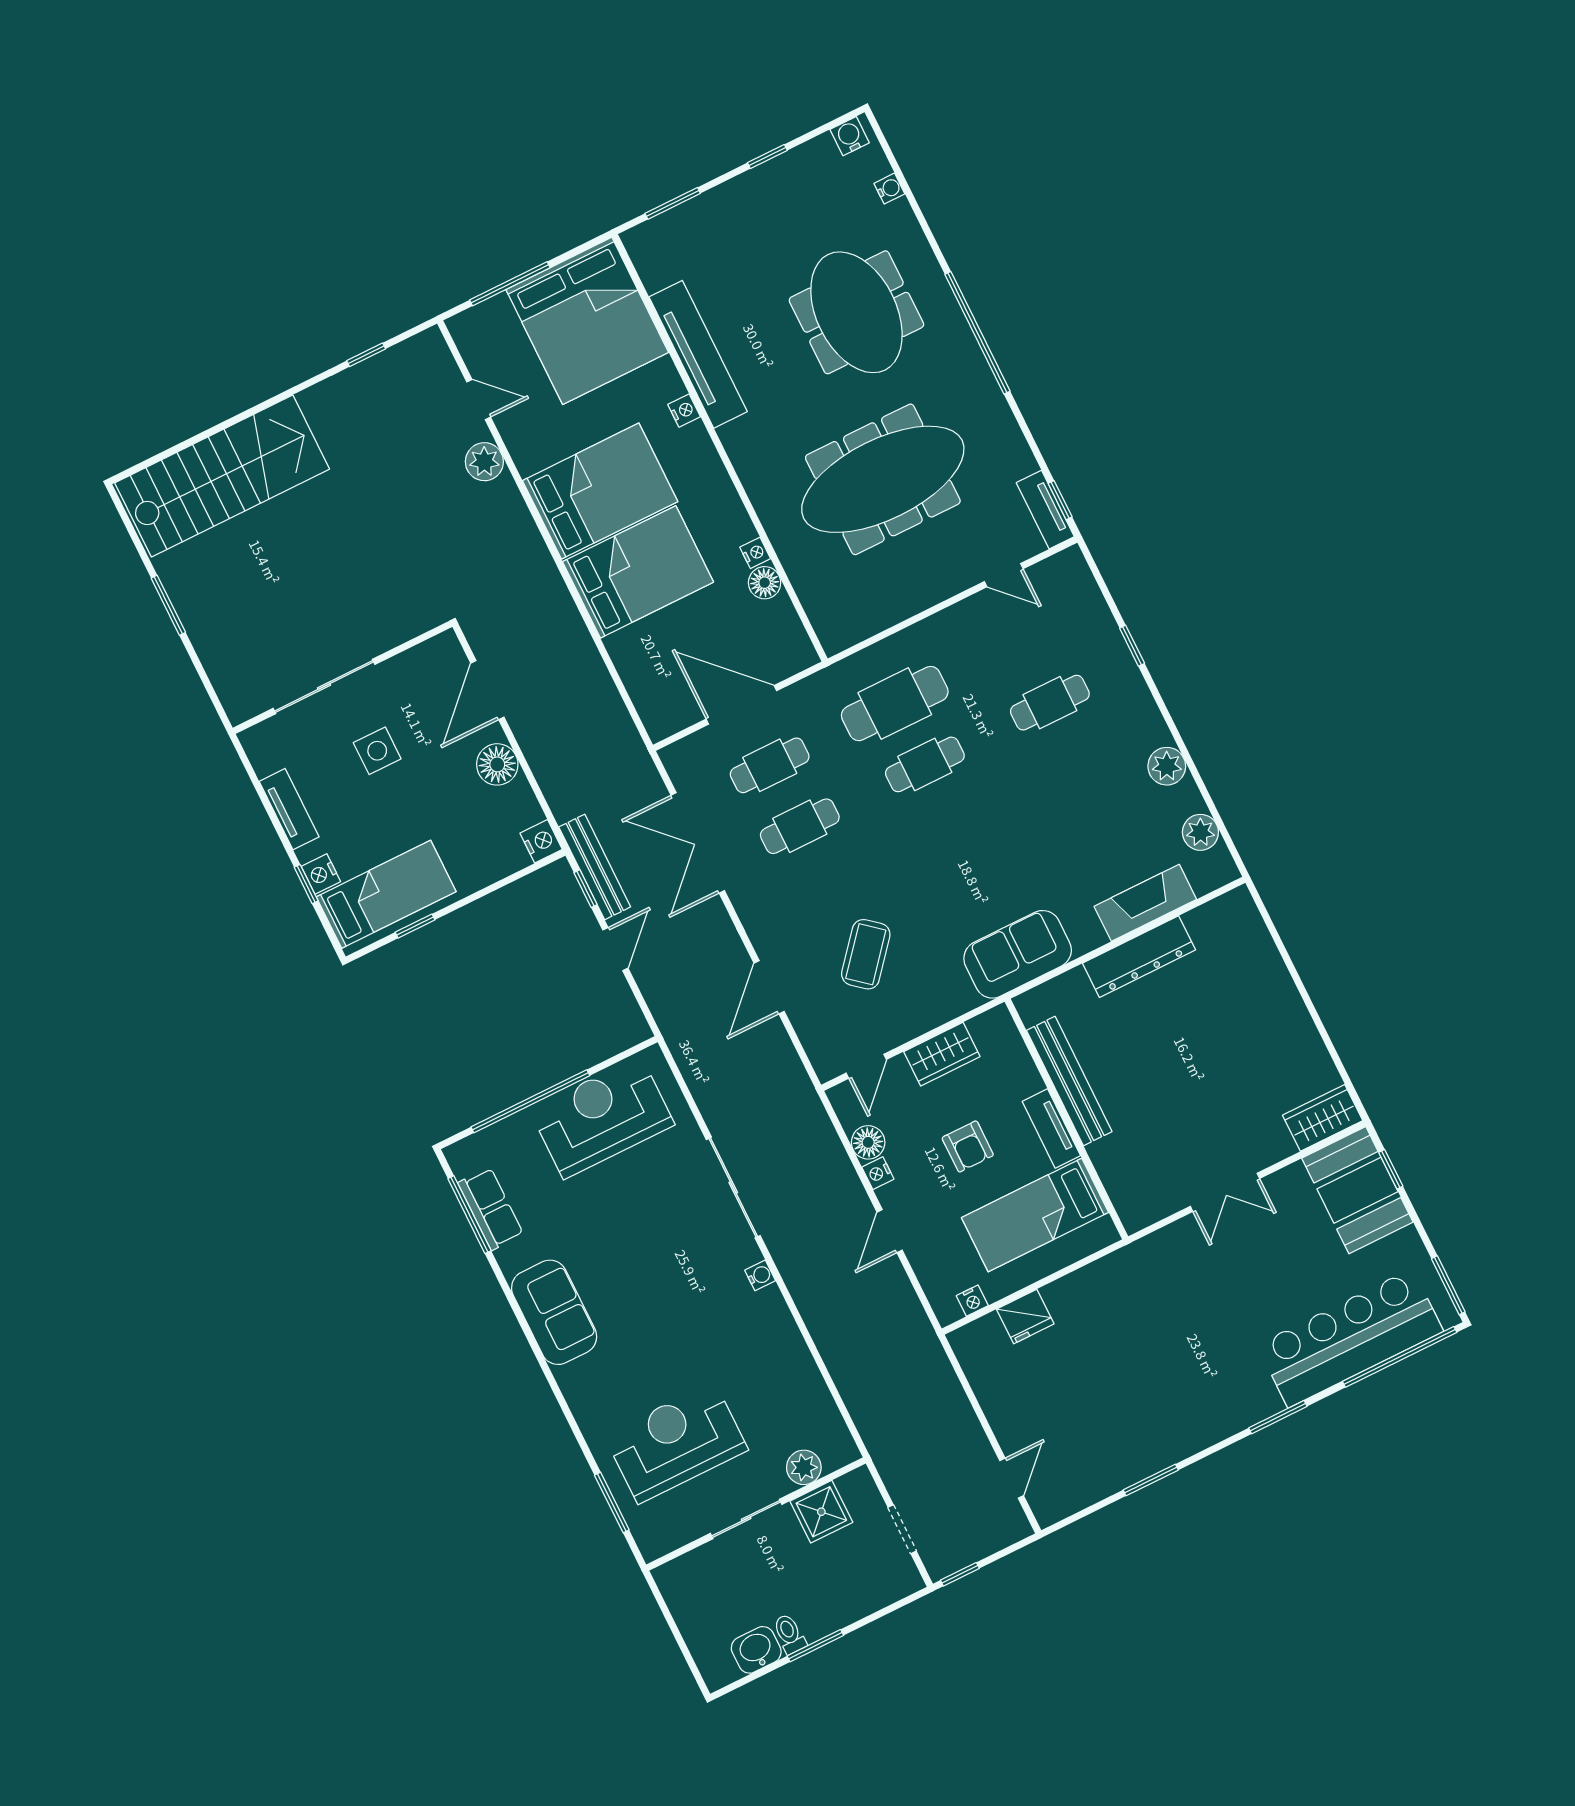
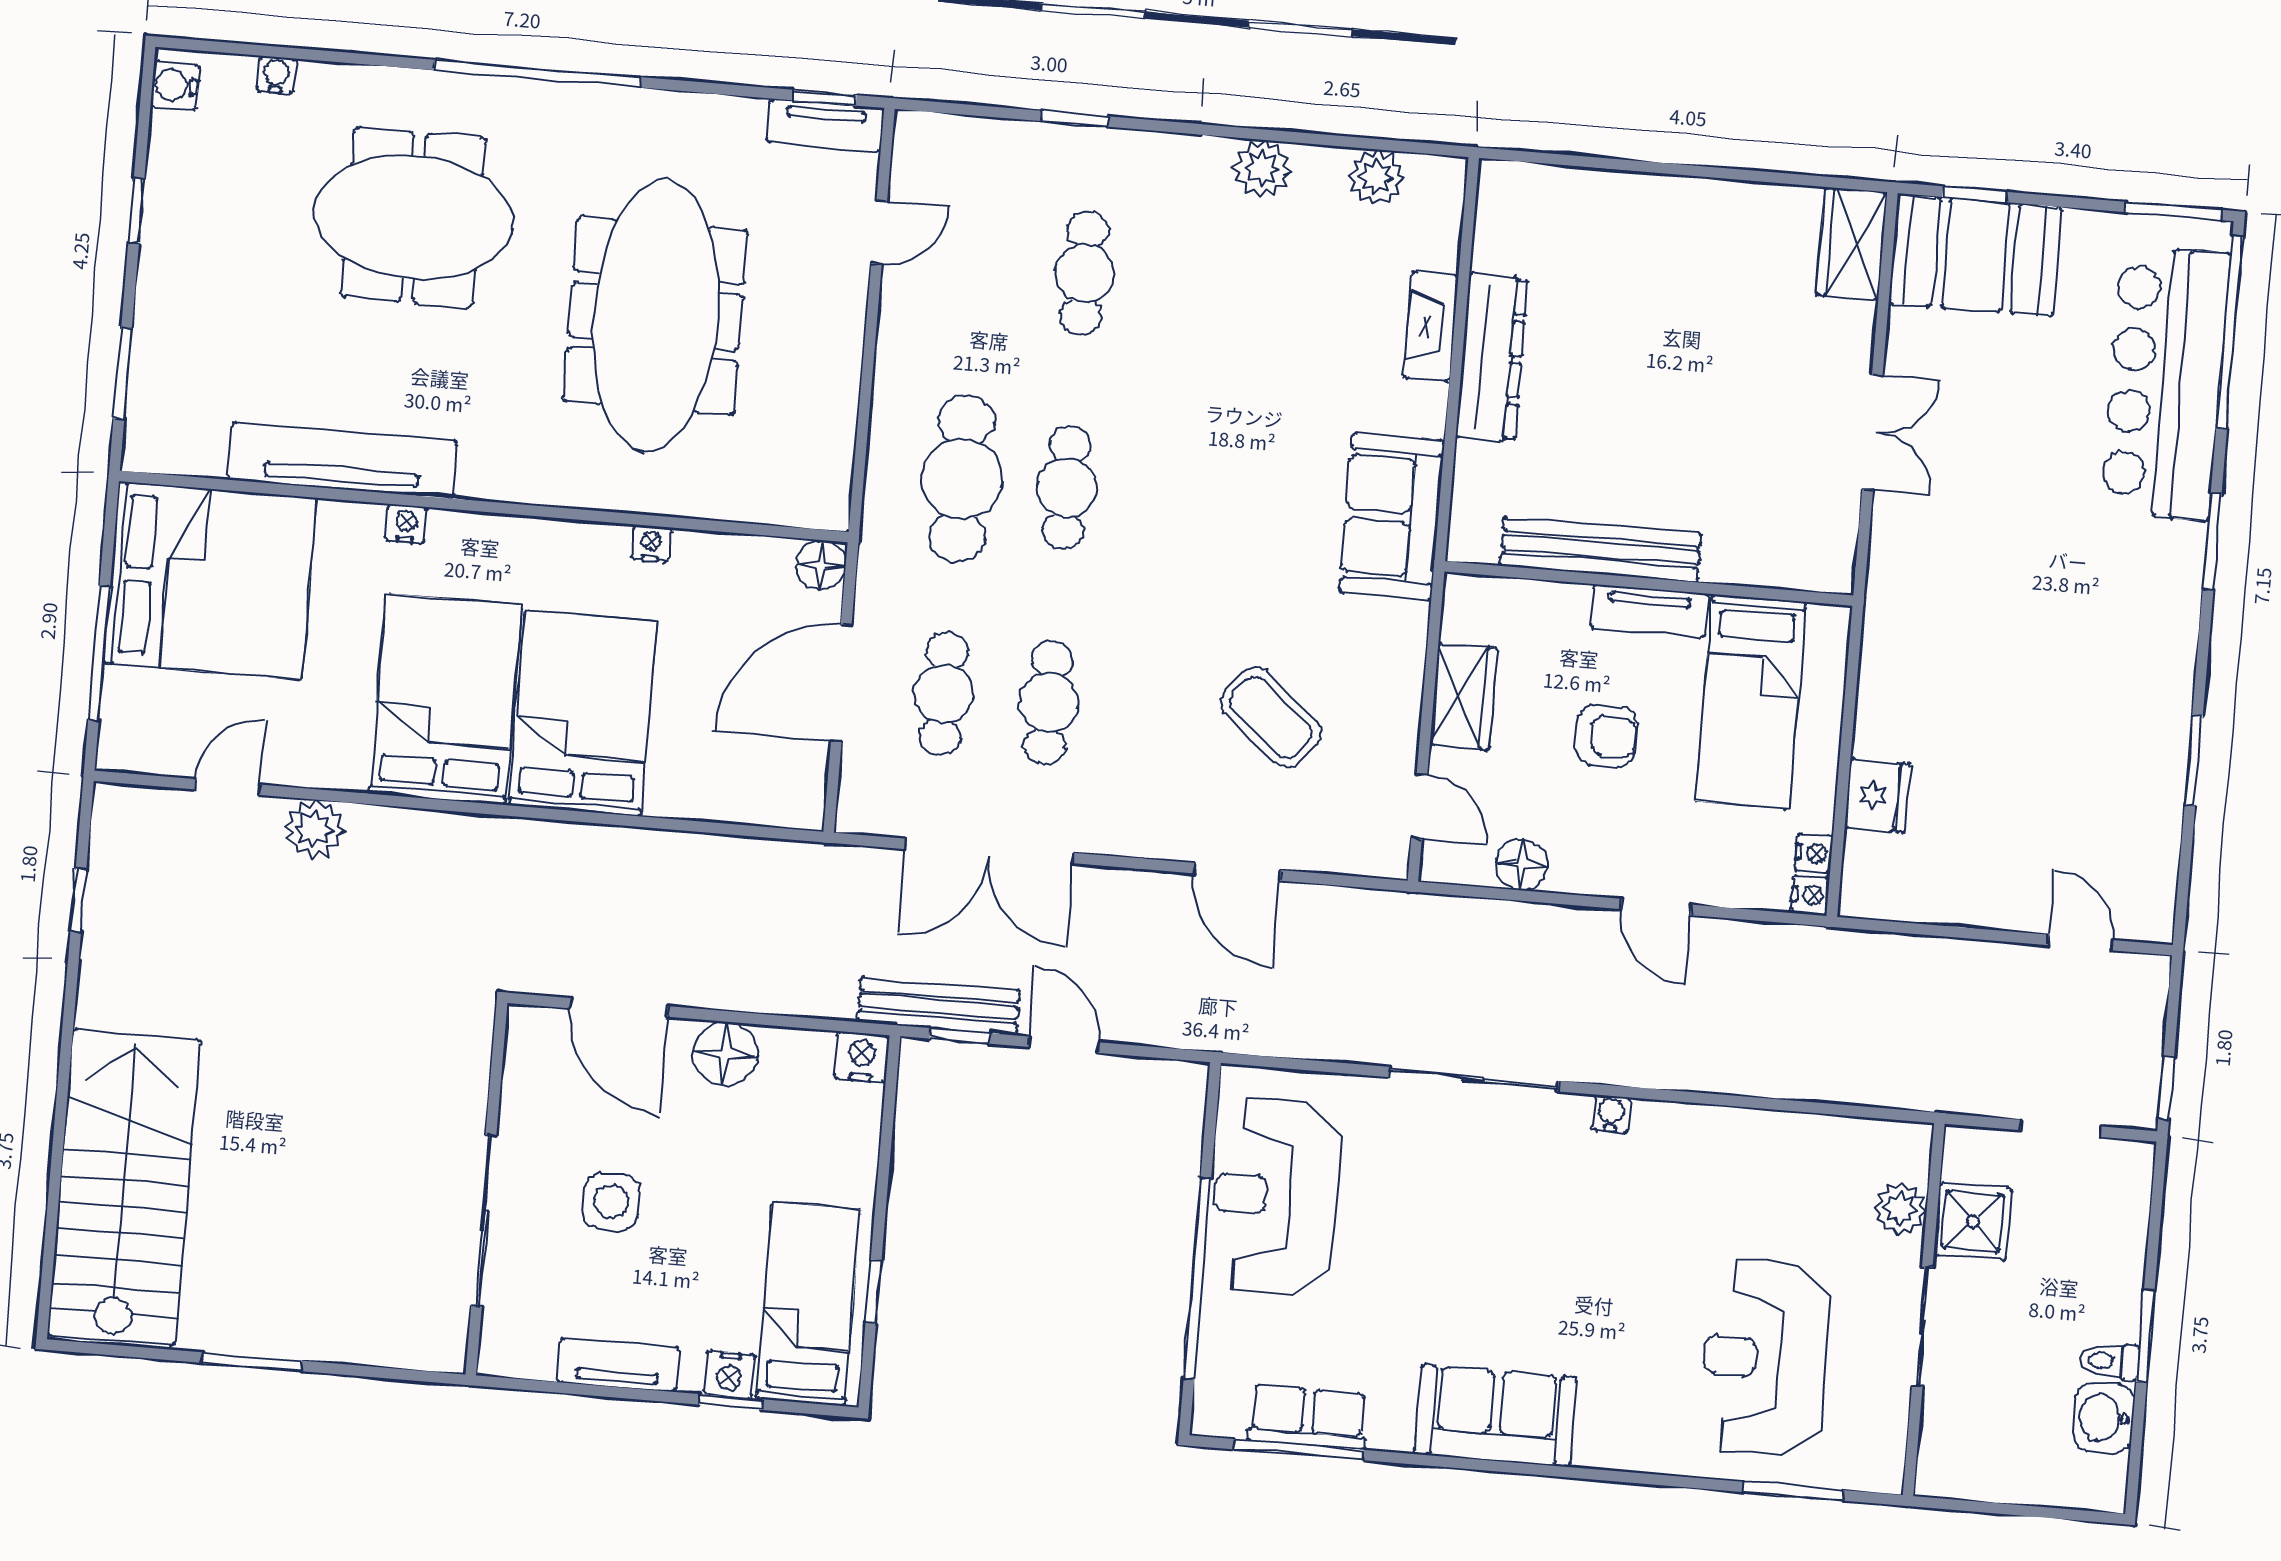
floor lamp: (765, 583) -> (821, 565), moved
fireplace: (1145, 903) -> (1431, 327), width x0.73, depth x0.76
nightstand: (878, 1173) -> (1810, 895), moved, turned -90

